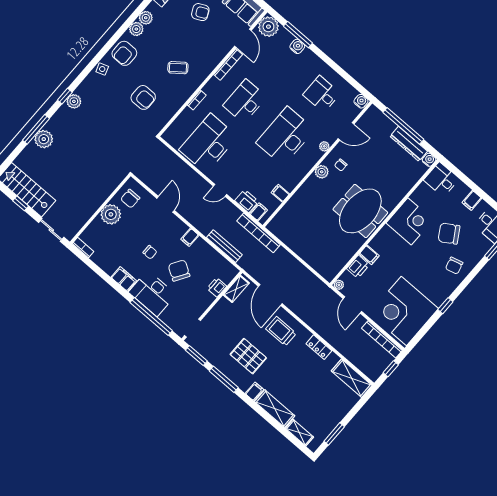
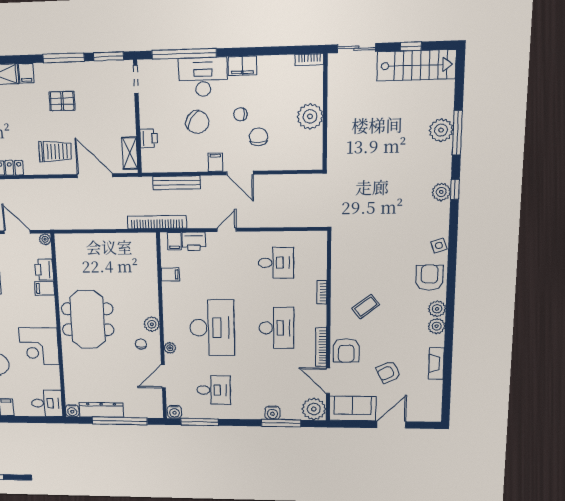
window: (351, 80) -> (199, 422), added
armchair: (143, 97) -> (346, 350), moved, turned -90
desk: (208, 143) -> (276, 263), width x0.53, depth x0.77
chair: (130, 199) -> (259, 137), moved
door: (166, 204) -> (240, 173), moved
pallet: (248, 356) -> (62, 101), width x0.67, depth x0.71

